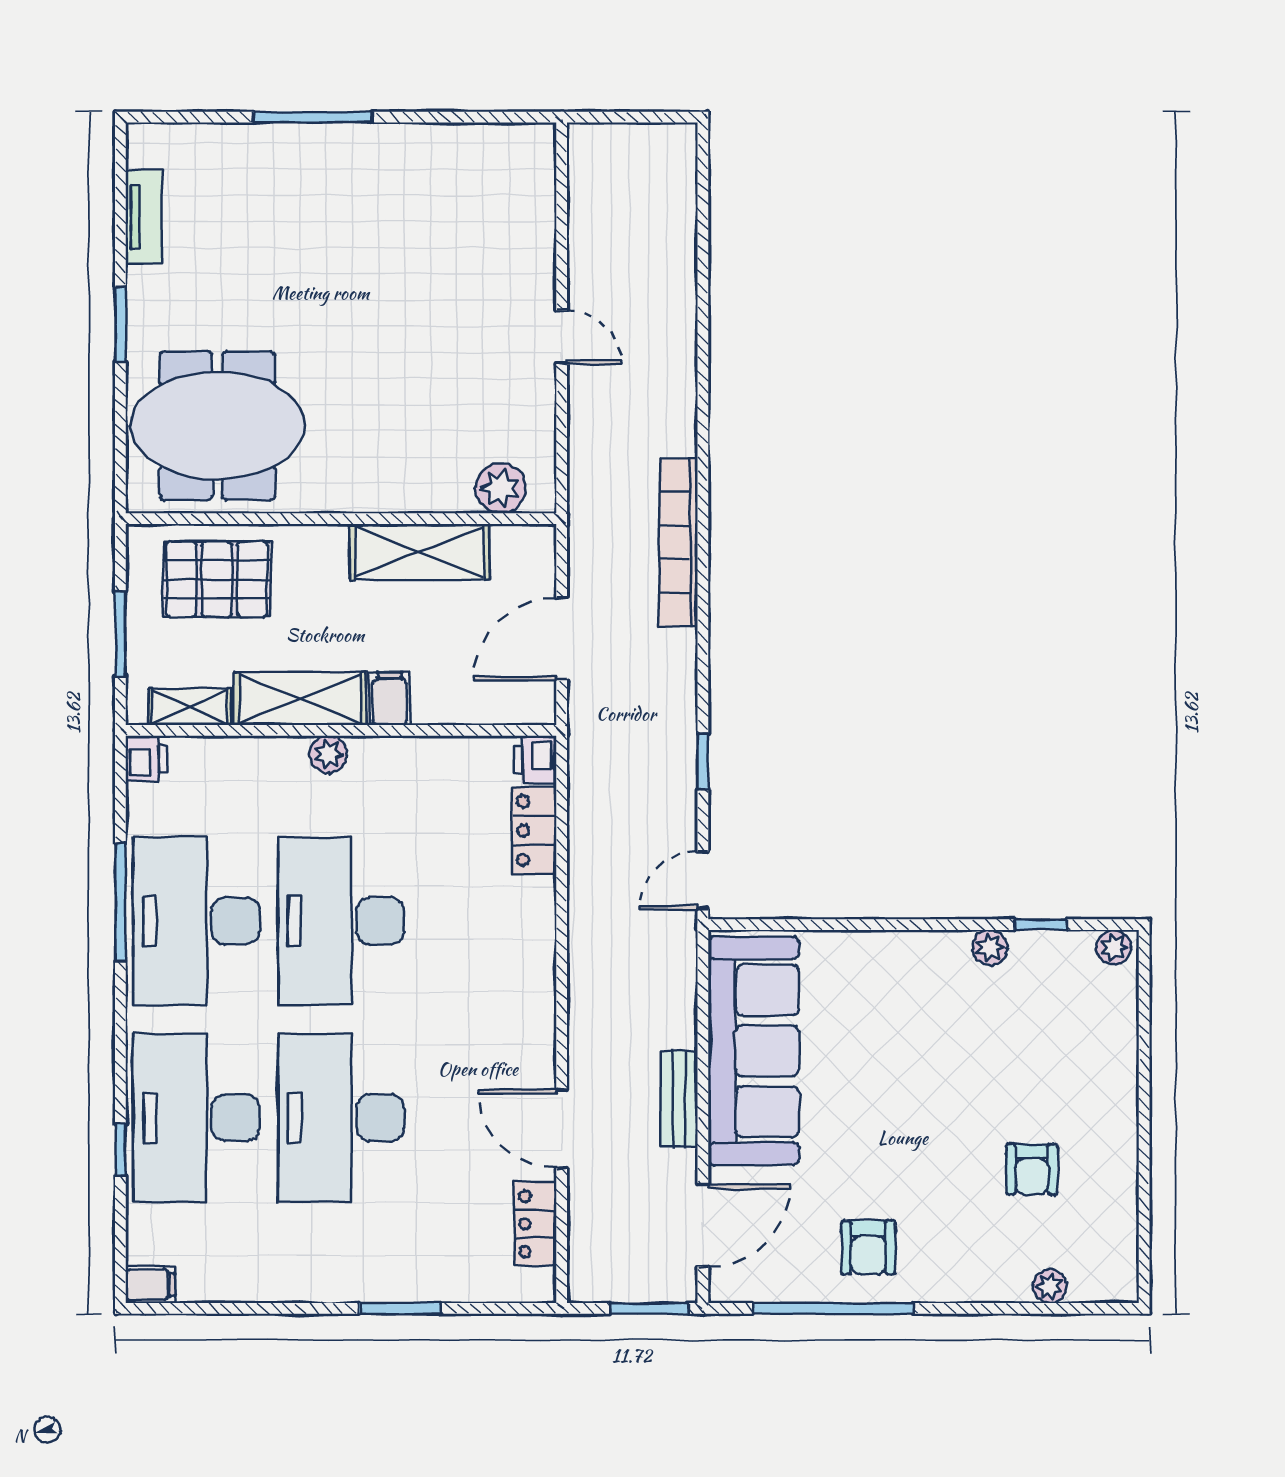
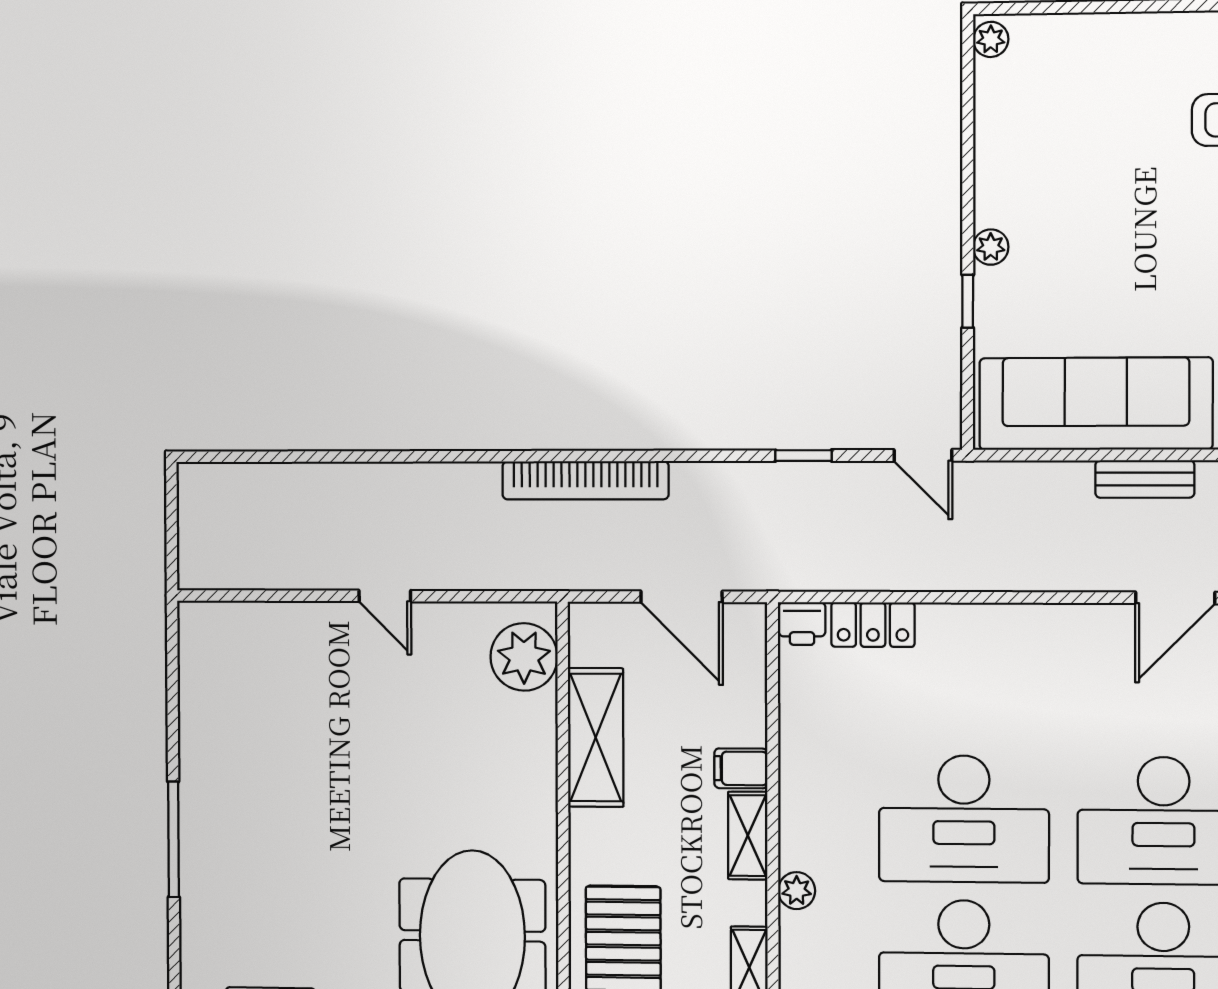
door: (562, 337) -> (385, 596), swing flipped
plant: (501, 488) -> (524, 657), width x1.36, depth x1.36
shelving: (300, 699) -> (748, 836), width x0.67, depth x0.75
plant: (328, 754) -> (797, 891), moved
window: (1041, 925) -> (968, 301), moved
plant: (990, 947) -> (991, 247), moved

